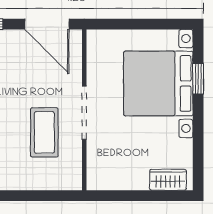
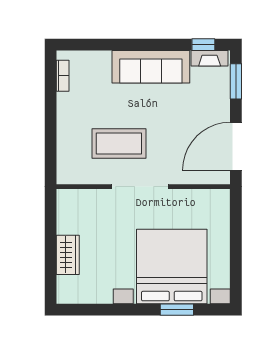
wardrobe: (168, 180) -> (68, 255), moved

